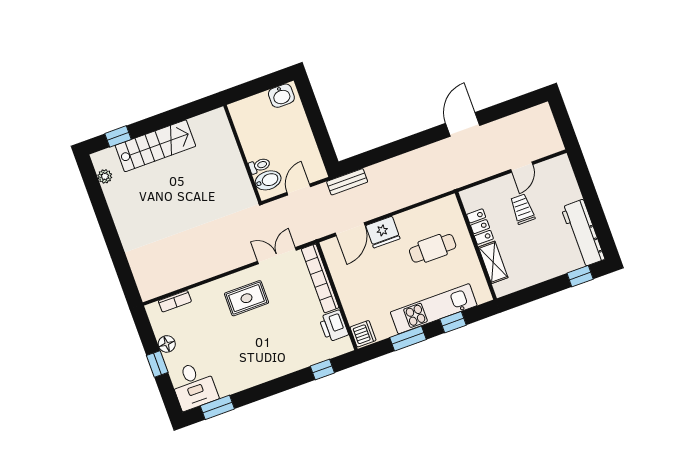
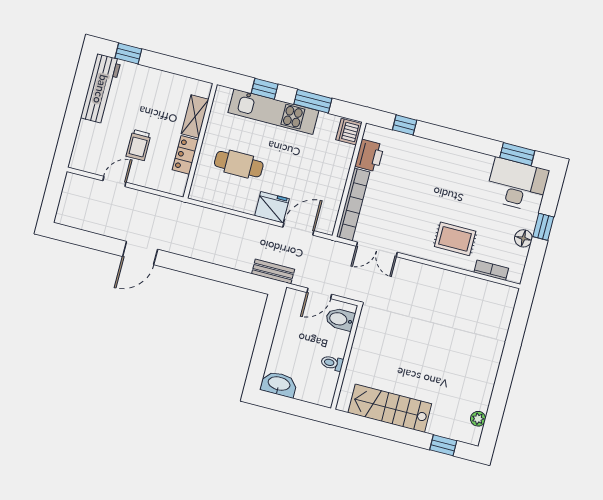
washbasin: (281, 96) -> (279, 384), width x1.38
stairs: (155, 146) -> (390, 408), moved
toilet: (259, 166) -> (332, 363), moved
rug: (247, 298) -> (455, 239), moved
desk: (194, 386) -> (517, 185), width x1.37

